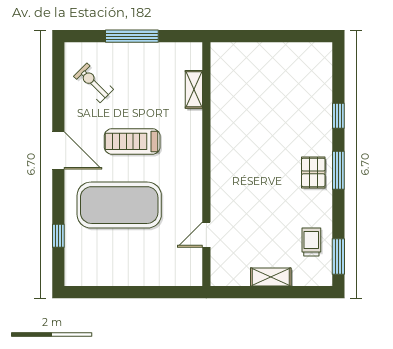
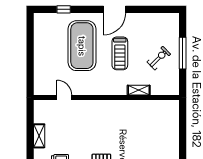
exercise bike: (93, 83) -> (159, 58), moved
shelving: (194, 89) -> (139, 90), moved
treadmill: (132, 141) -> (120, 53), turned 180

